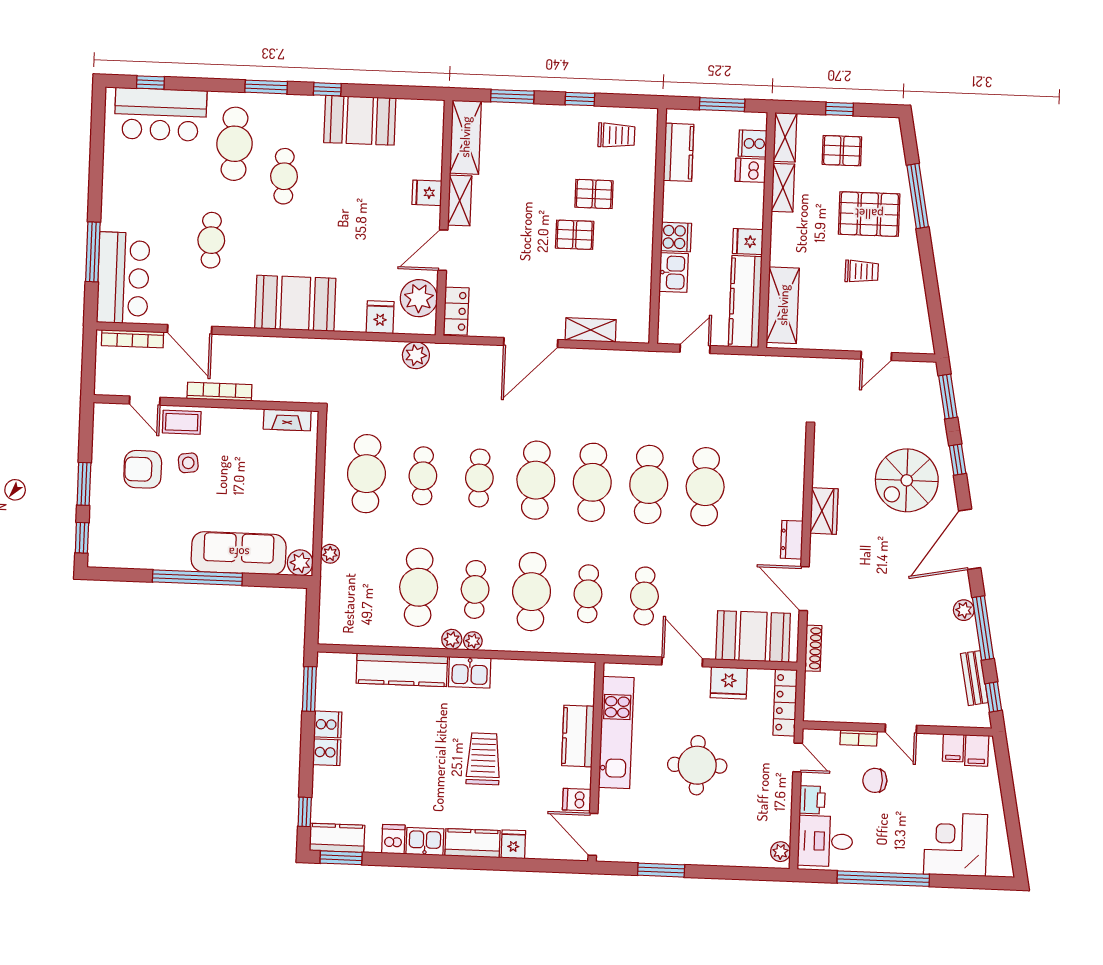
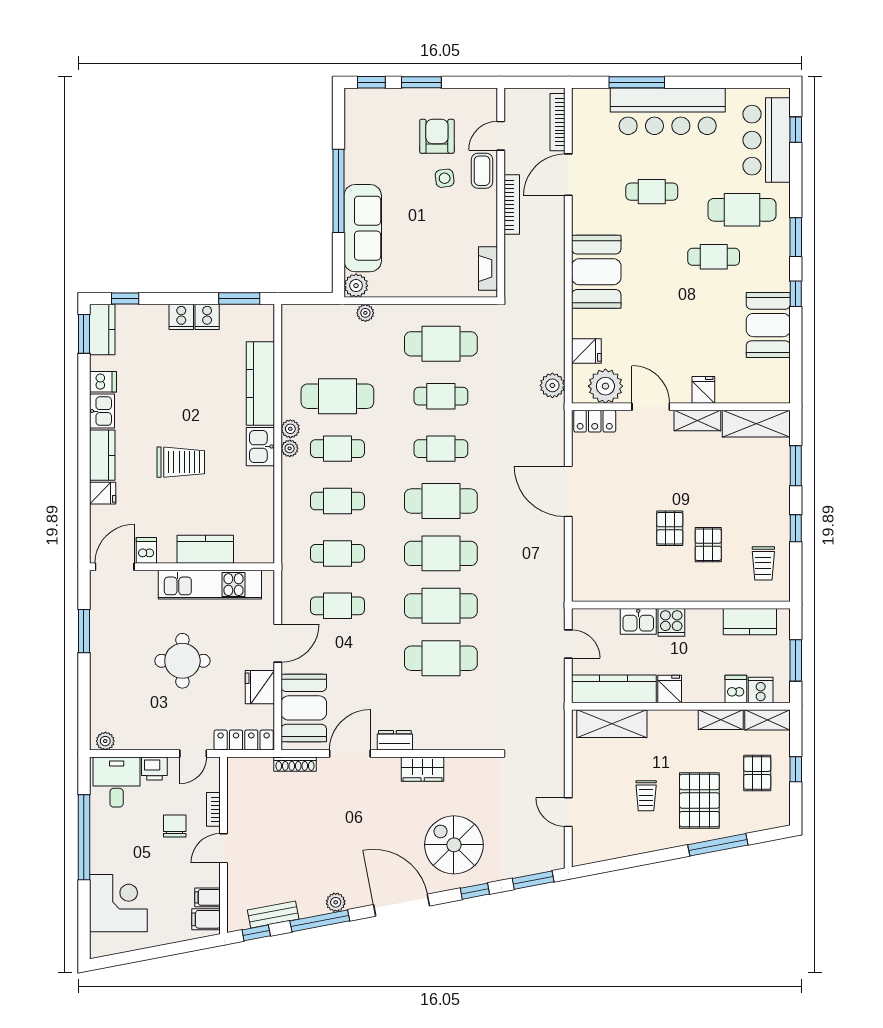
bar counter: (123, 278) -> (668, 111), moved, width x1.36
shelving: (591, 330) -> (582, 546), removed
cafe table: (532, 592) -> (337, 501), width x0.73, depth x0.74

